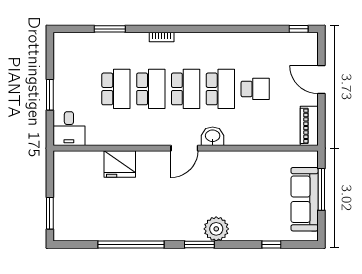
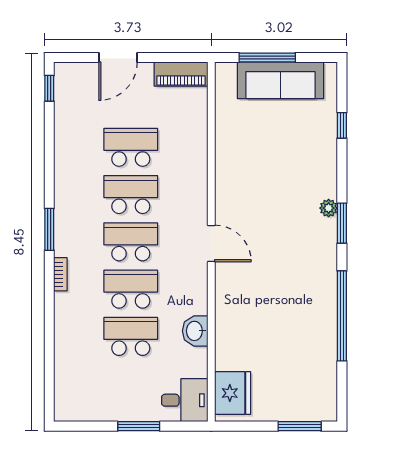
window: (110, 29) -> (49, 229), moved
school desk: (255, 89) -> (131, 147), width x1.85
washbasin: (213, 136) -> (195, 331), moved
fridge: (120, 164) -> (233, 393), moved
plant: (216, 229) -> (329, 208), width x0.53, depth x0.53

